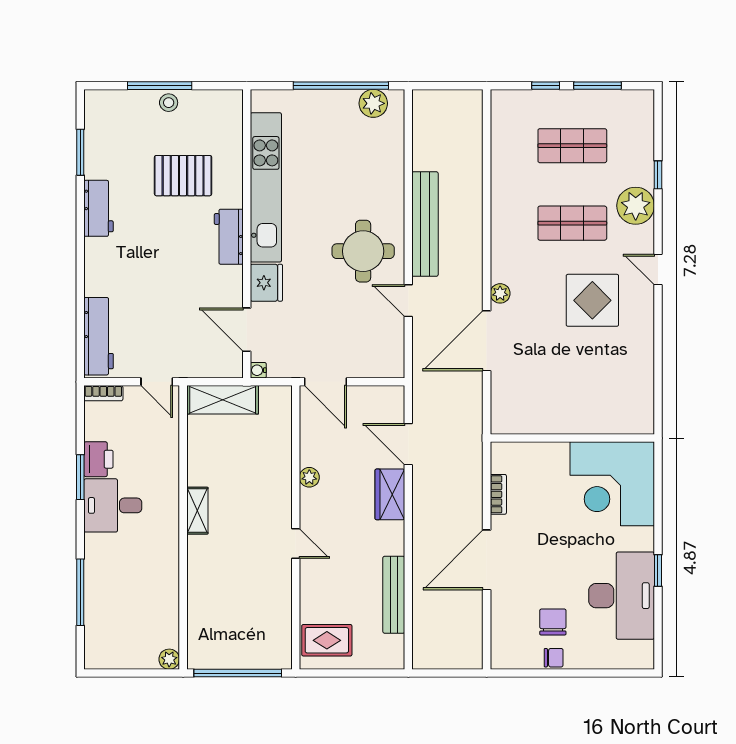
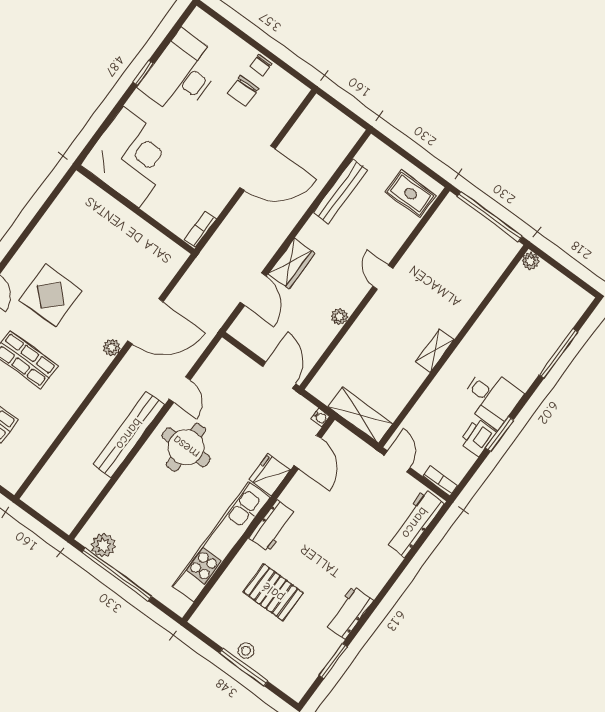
bookcase: (498, 494) -> (200, 229), moved
chair: (554, 658) -> (261, 65), turned -90

